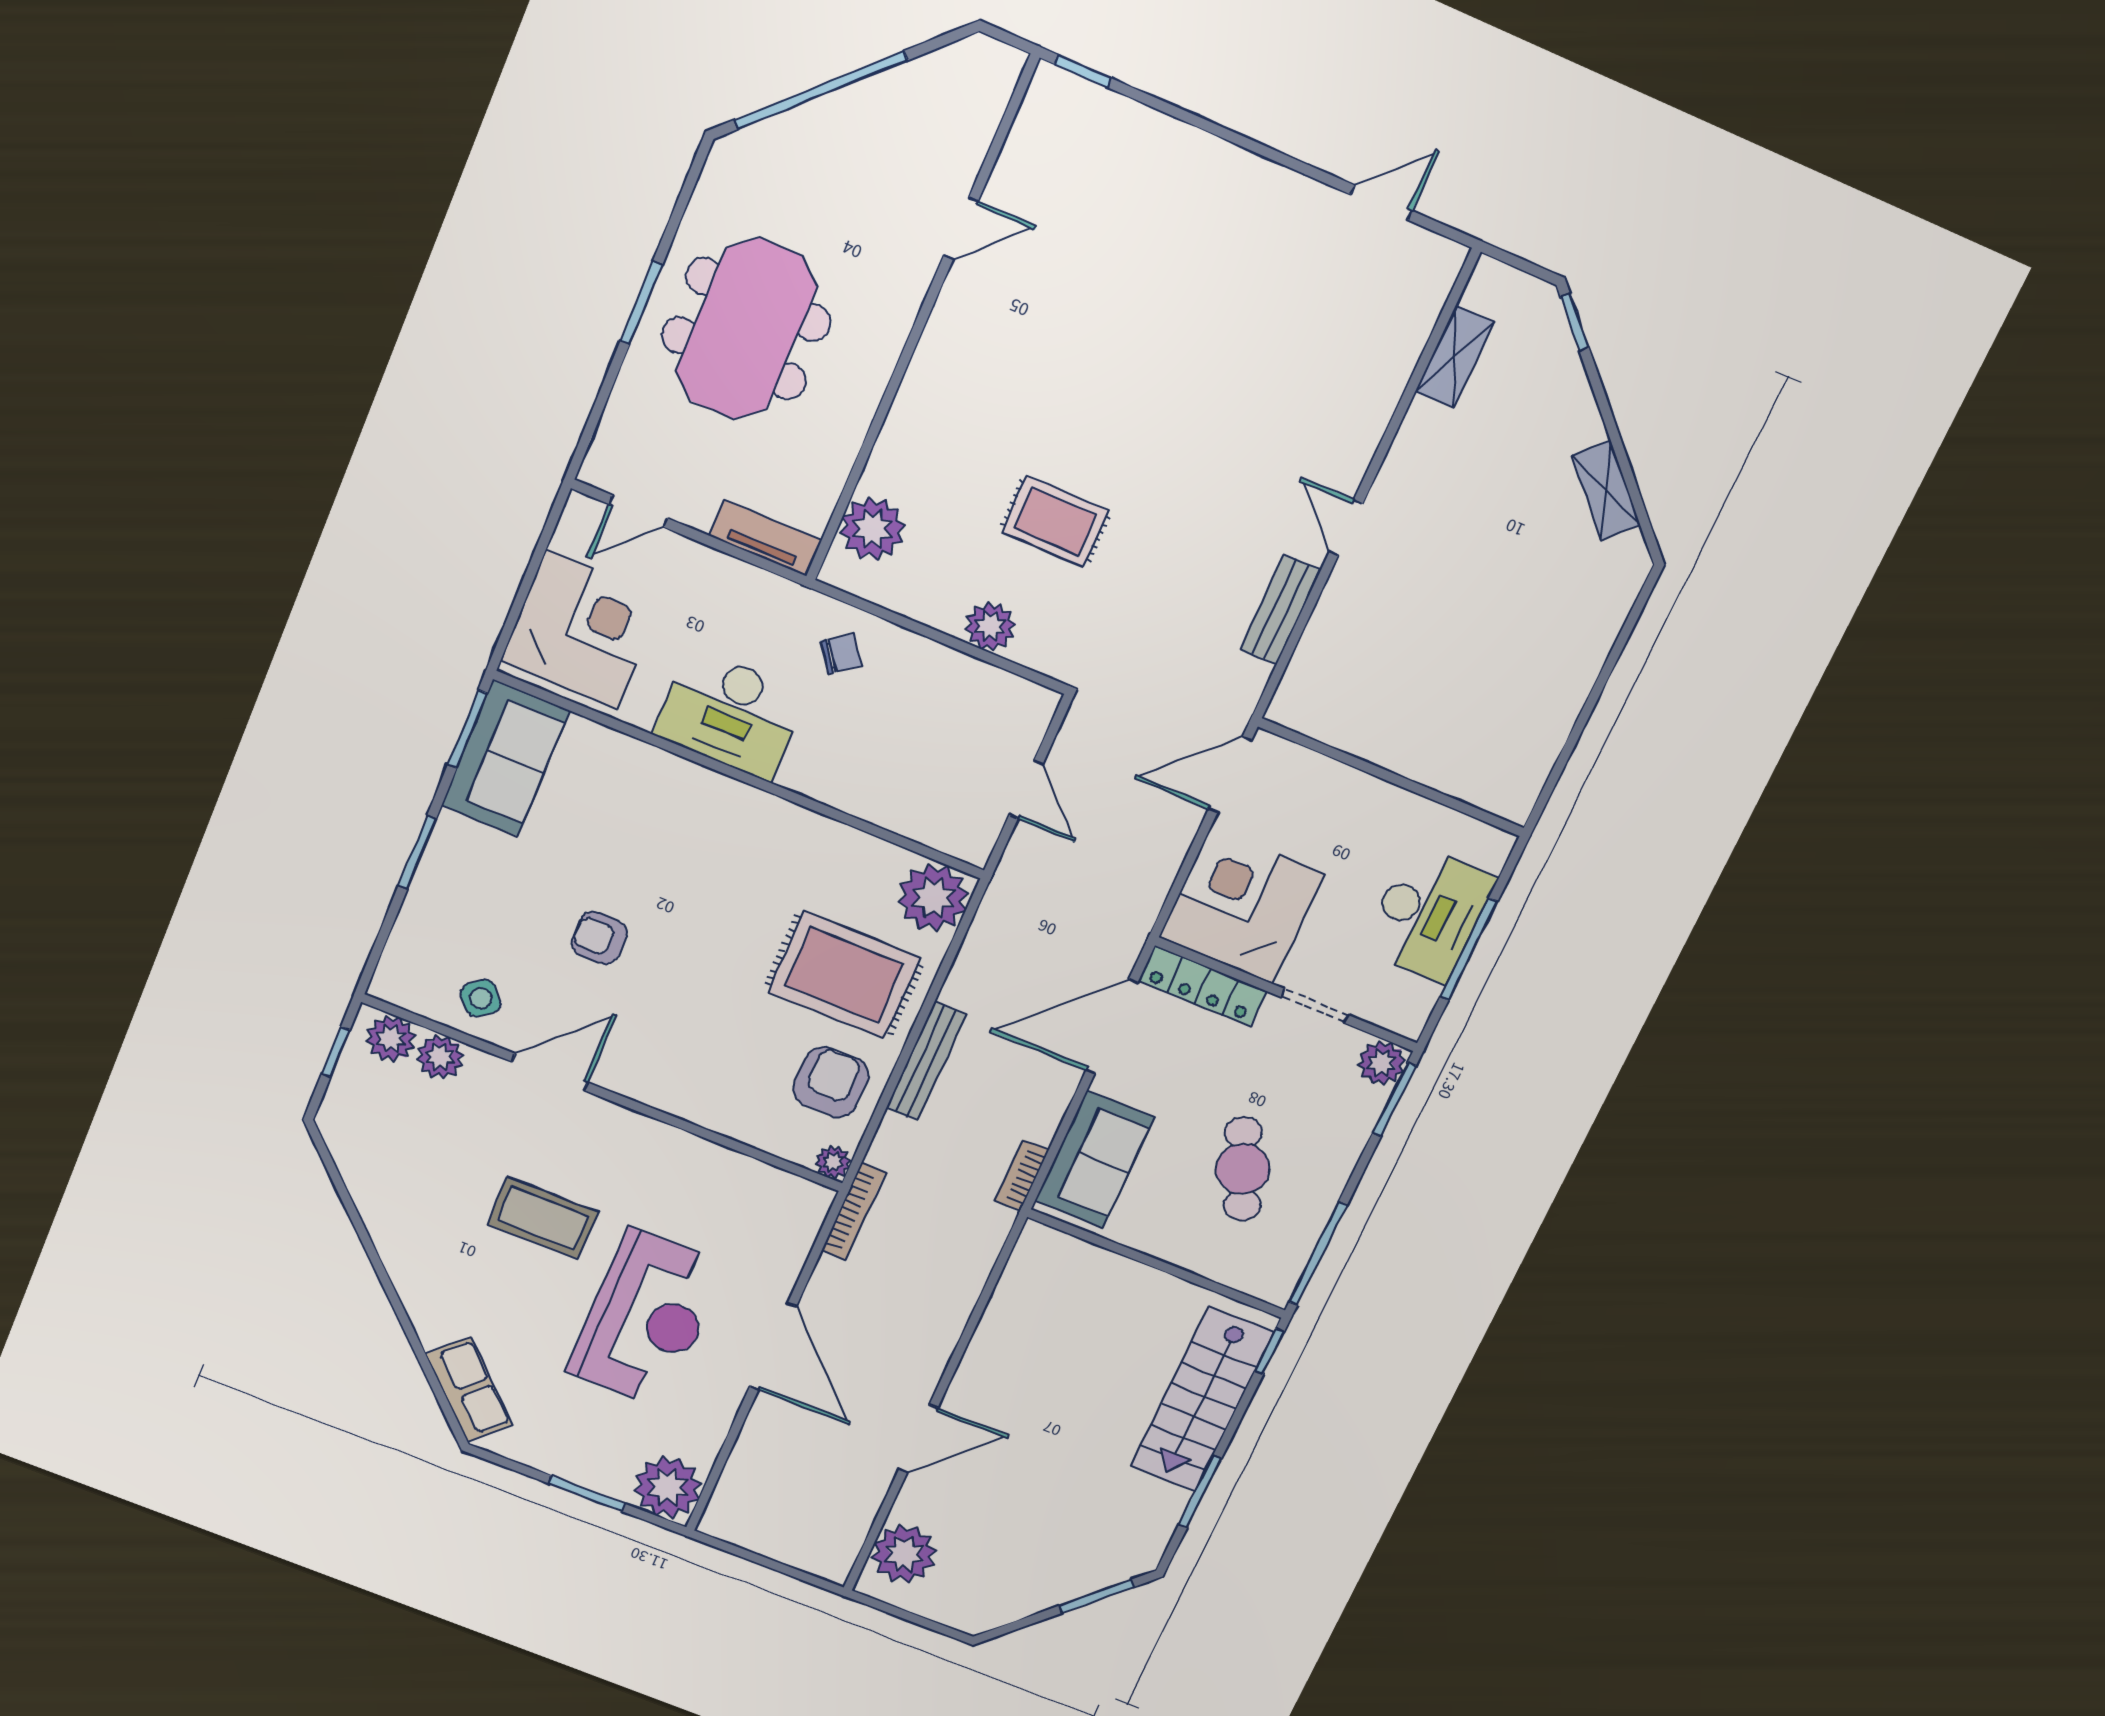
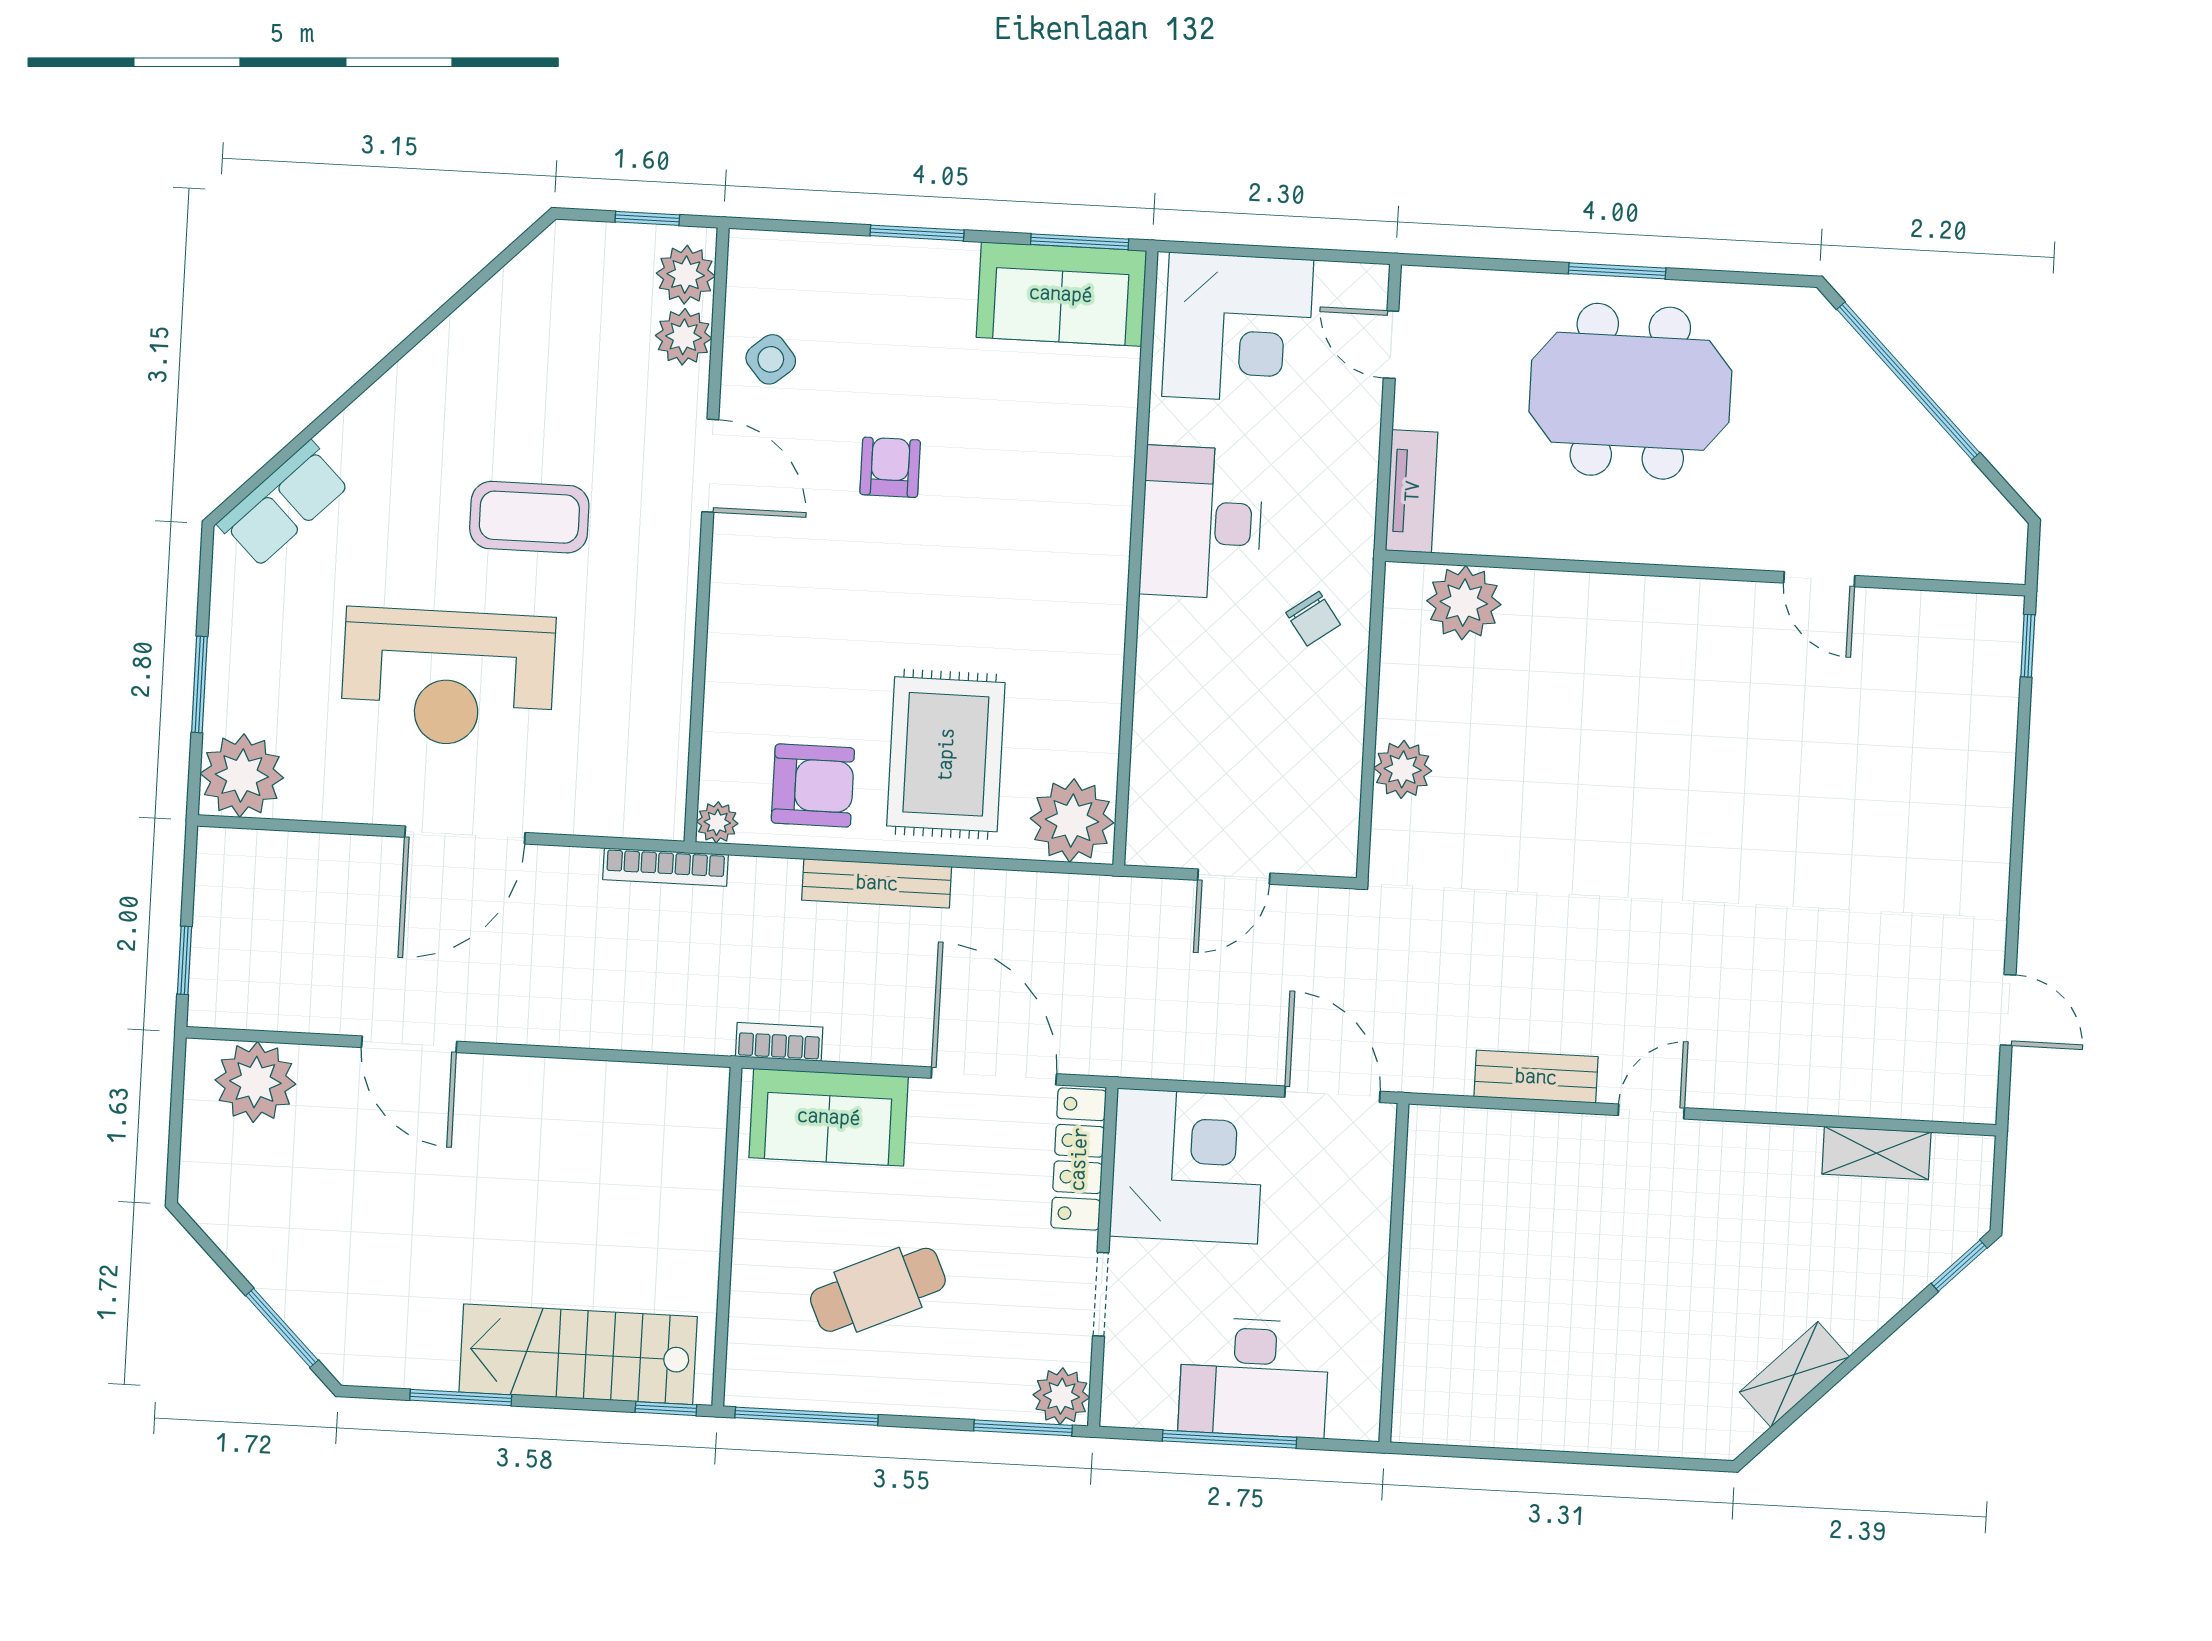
rug: (1055, 521) -> (1544, 796), removed
coffee table: (543, 1218) -> (529, 517), turned 90
window: (793, 1572) -> (184, 960), added

